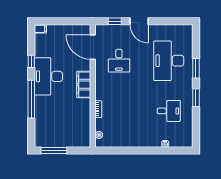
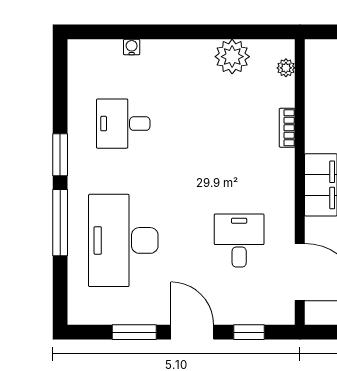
window: (164, 21) -> (134, 332), added
desk: (169, 61) -> (123, 240), turned 180
window: (196, 68) -> (60, 223), width x1.44
plant: (122, 140) -> (232, 57), added

